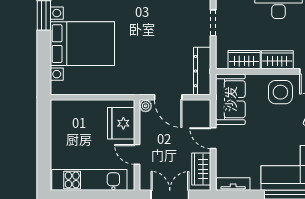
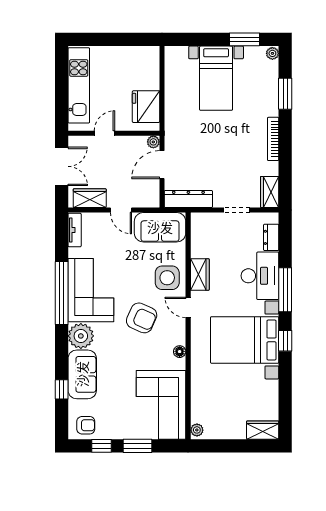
bed with nightstands: (82, 44) -> (216, 78), width x0.73
wardrobe: (244, 60) -> (200, 241), removed
fridge: (121, 123) -> (146, 107), moved, turned -90
door: (213, 138) -> (121, 210), swing flipped

